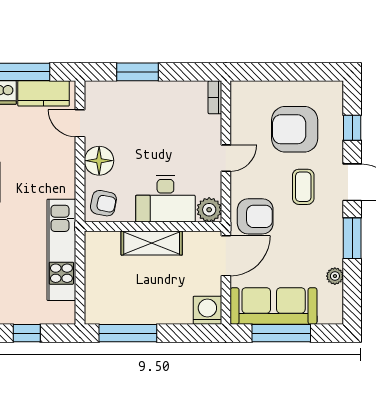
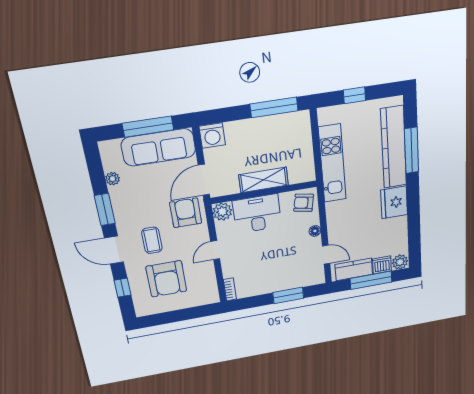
armchair: (295, 129) -> (166, 279), turned 90
floor lamp: (99, 161) -> (315, 231), width x0.53, depth x0.53
armchair: (255, 216) -> (186, 213), turned 90

